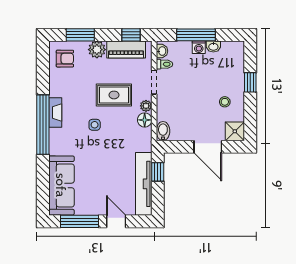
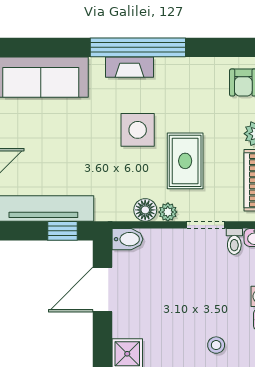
stool: (225, 102) -> (216, 345), moved
fireplace: (55, 112) -> (129, 67), moved
side table: (95, 125) -> (138, 130), width x1.87, depth x1.87
door: (208, 147) -> (103, 290), moved

